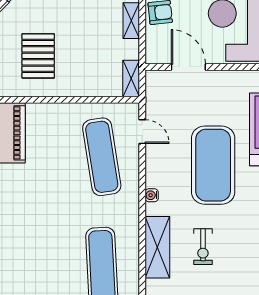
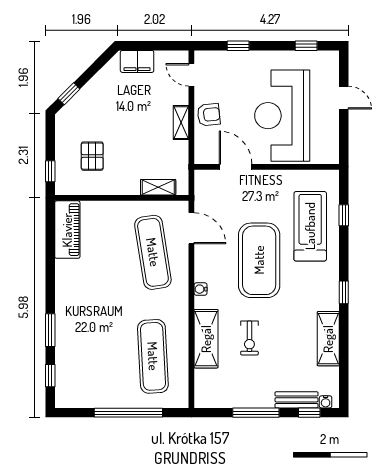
pallet: (38, 56) -> (92, 156), width x0.67, depth x0.71
shelving: (131, 79) -> (158, 187), moved, turned 90
door: (142, 132) -> (191, 228), width x1.38

